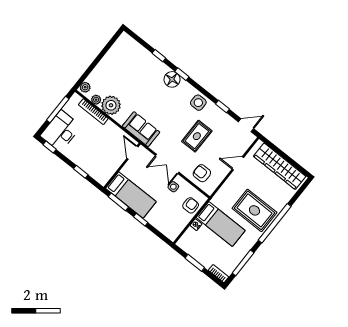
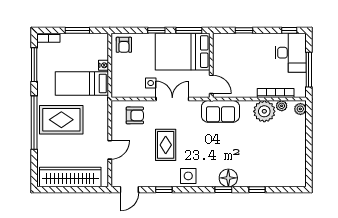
bed: (131, 195) -> (183, 52), width x1.50
armchair: (191, 205) -> (124, 45), moved

